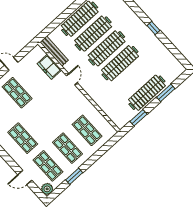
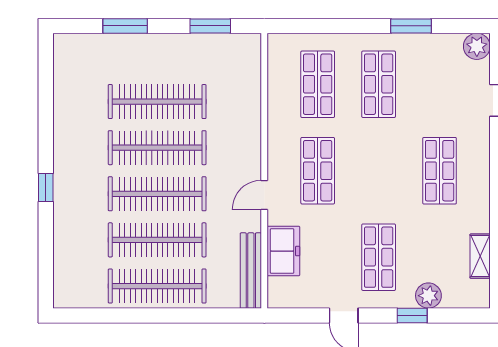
window: (153, 28) -> (46, 187), moved
clothes rail: (147, 93) -> (157, 102), moved
shop shelf: (48, 166) -> (318, 171), moved

